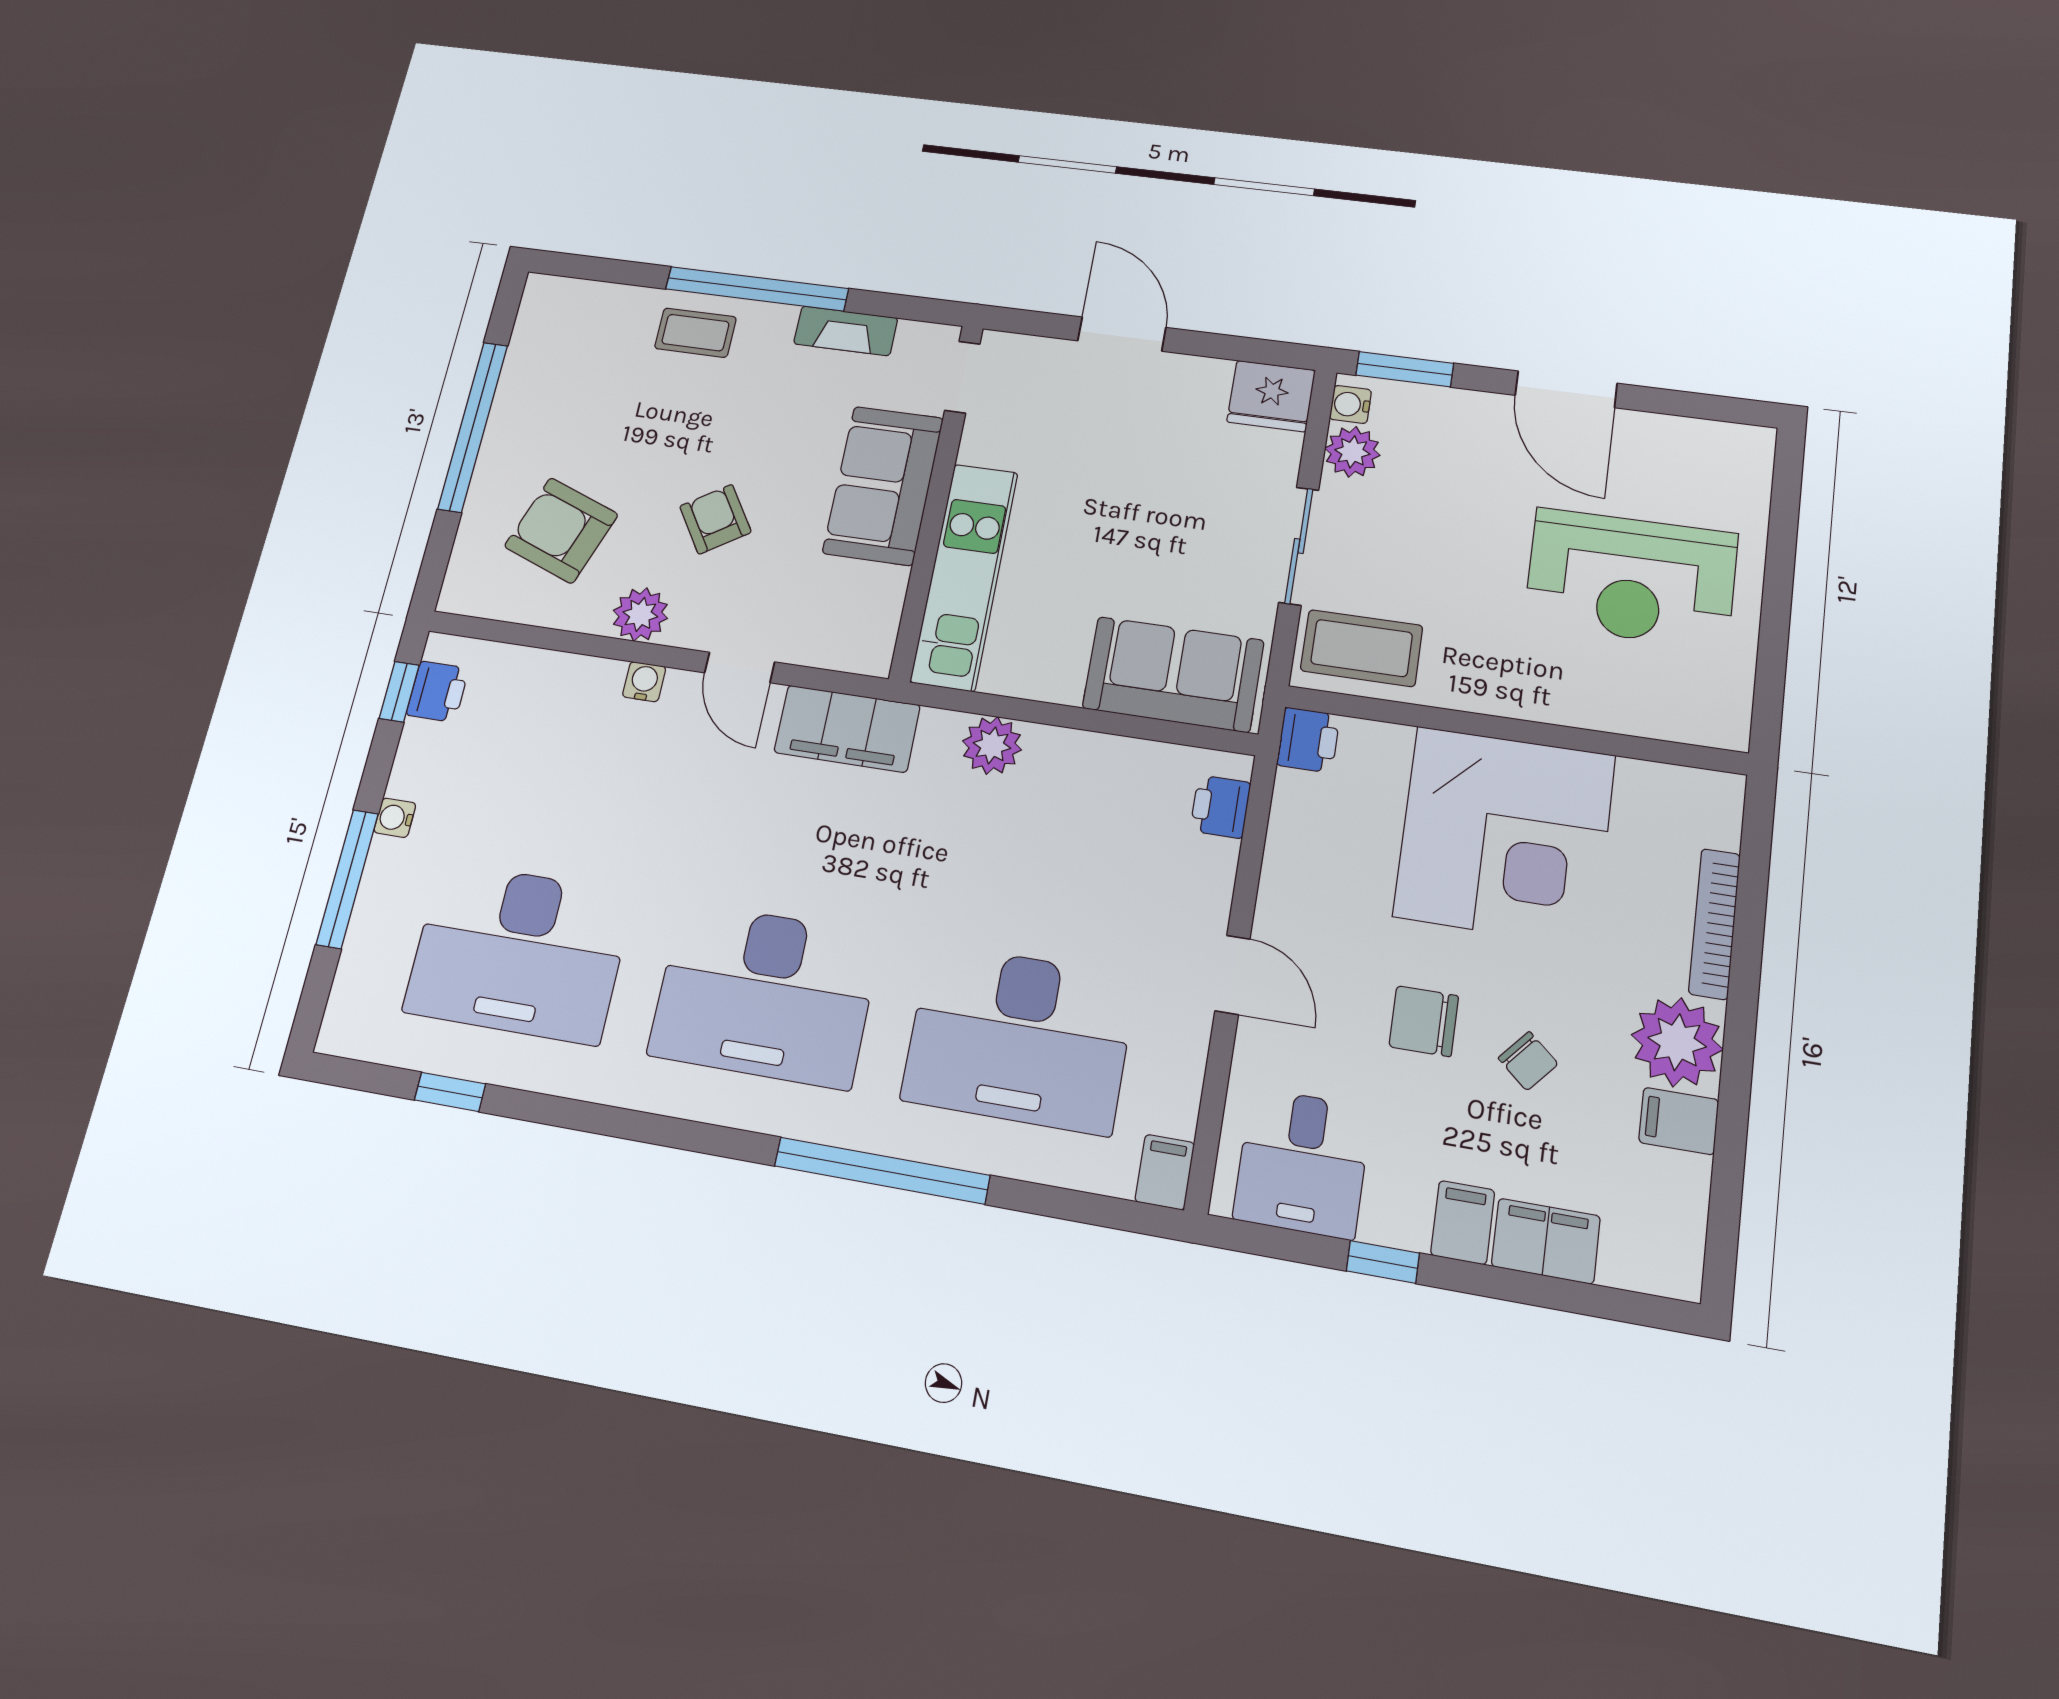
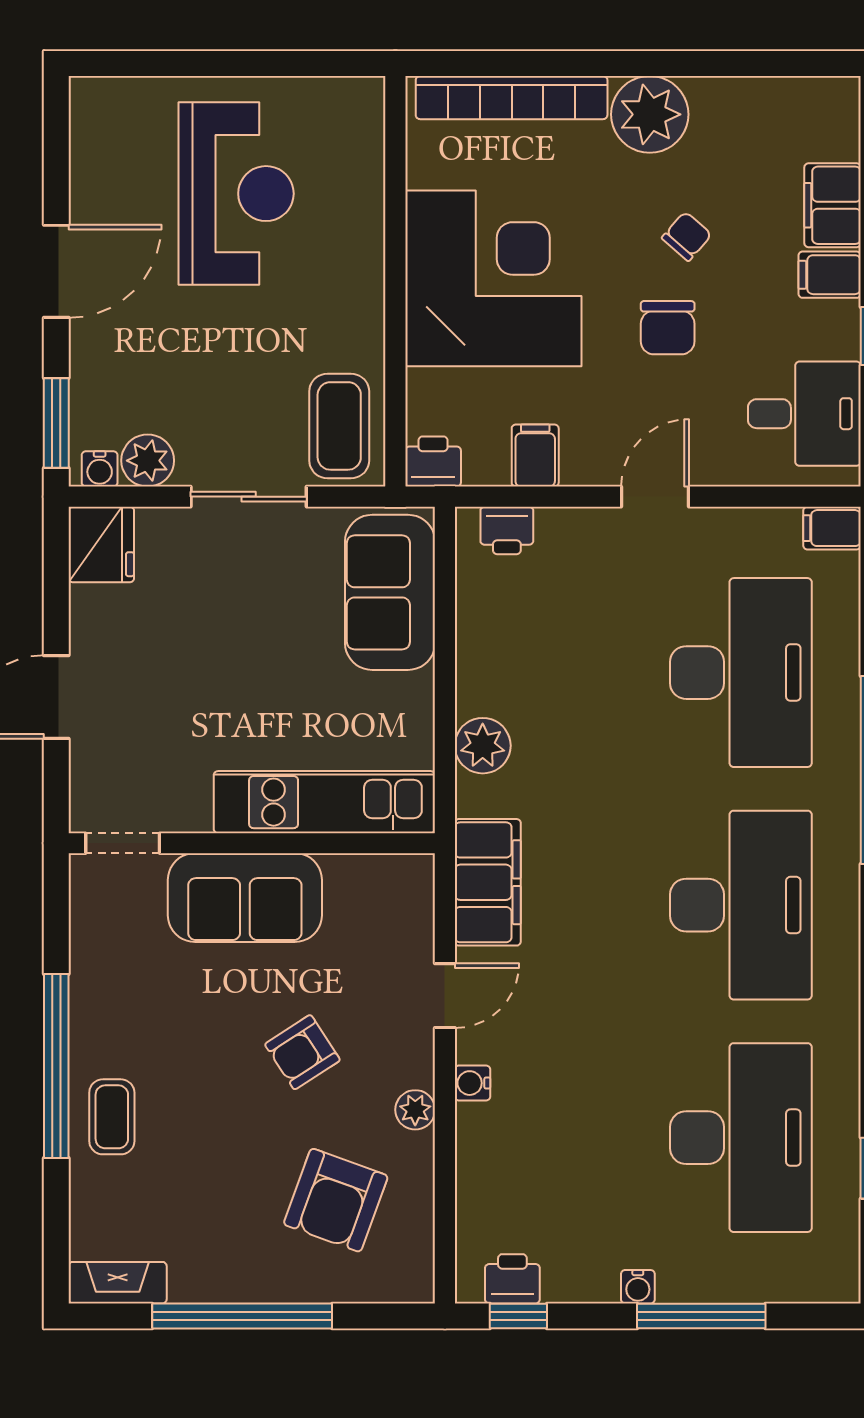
fireplace: (846, 331) -> (118, 1283), moved, turned -90
plant: (640, 614) -> (415, 1110), width x0.73, depth x0.73
bookcase: (1715, 924) -> (512, 98), width x1.48, depth x1.31
filing cabinet: (1679, 1121) -> (535, 456), moved, turned 180

